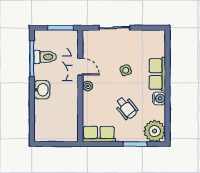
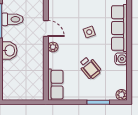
row of seats: (157, 74) -> (119, 28), width x1.48
plant: (155, 131) -> (122, 95), width x0.53, depth x0.53
row of seats: (99, 134) -> (55, 85), moved, turned 90

